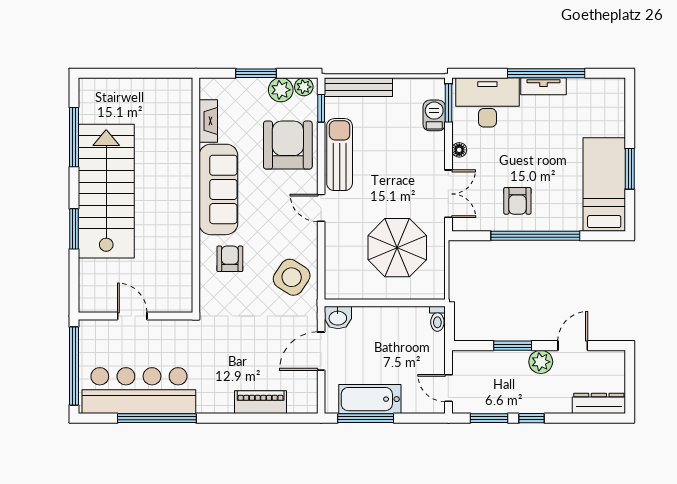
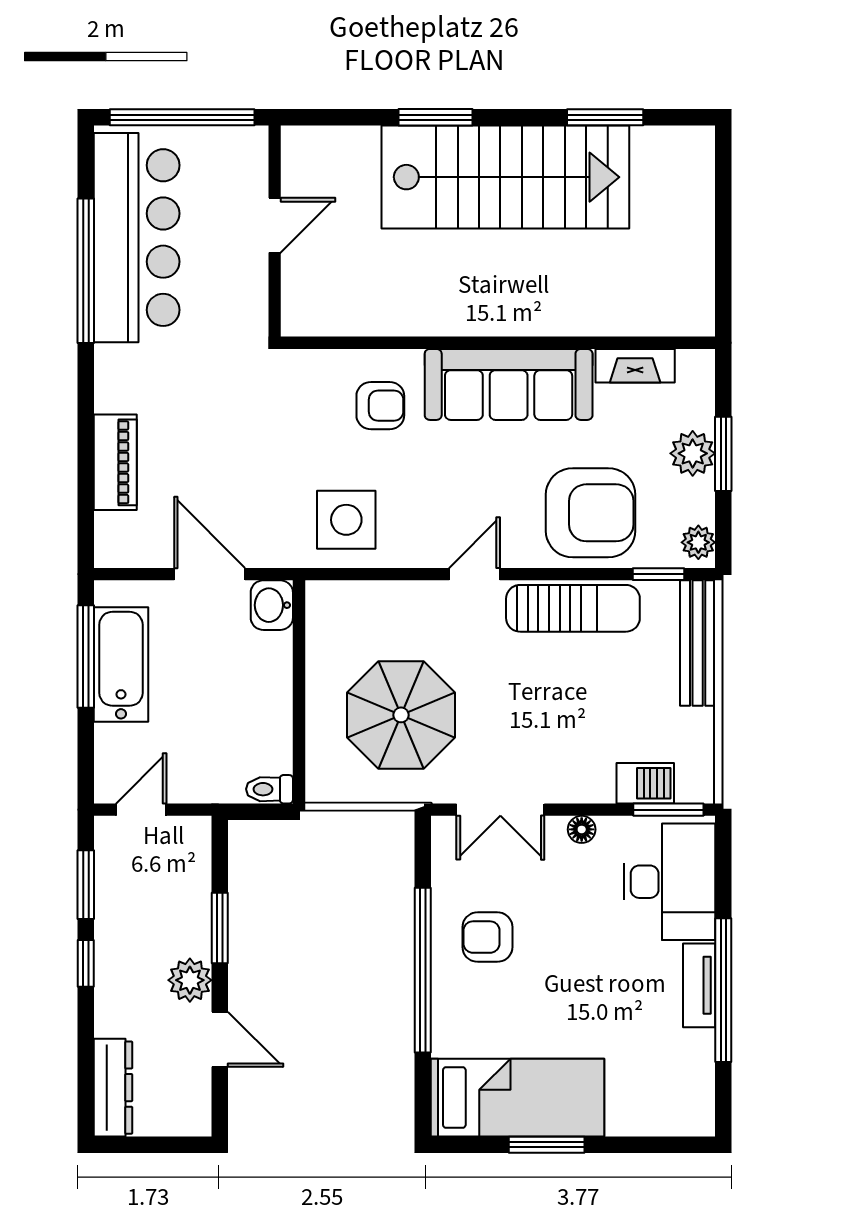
plant: (281, 90) -> (693, 453), moved
window: (74, 137) -> (605, 117), width x0.69
side table: (292, 277) -> (346, 520), turned -33

